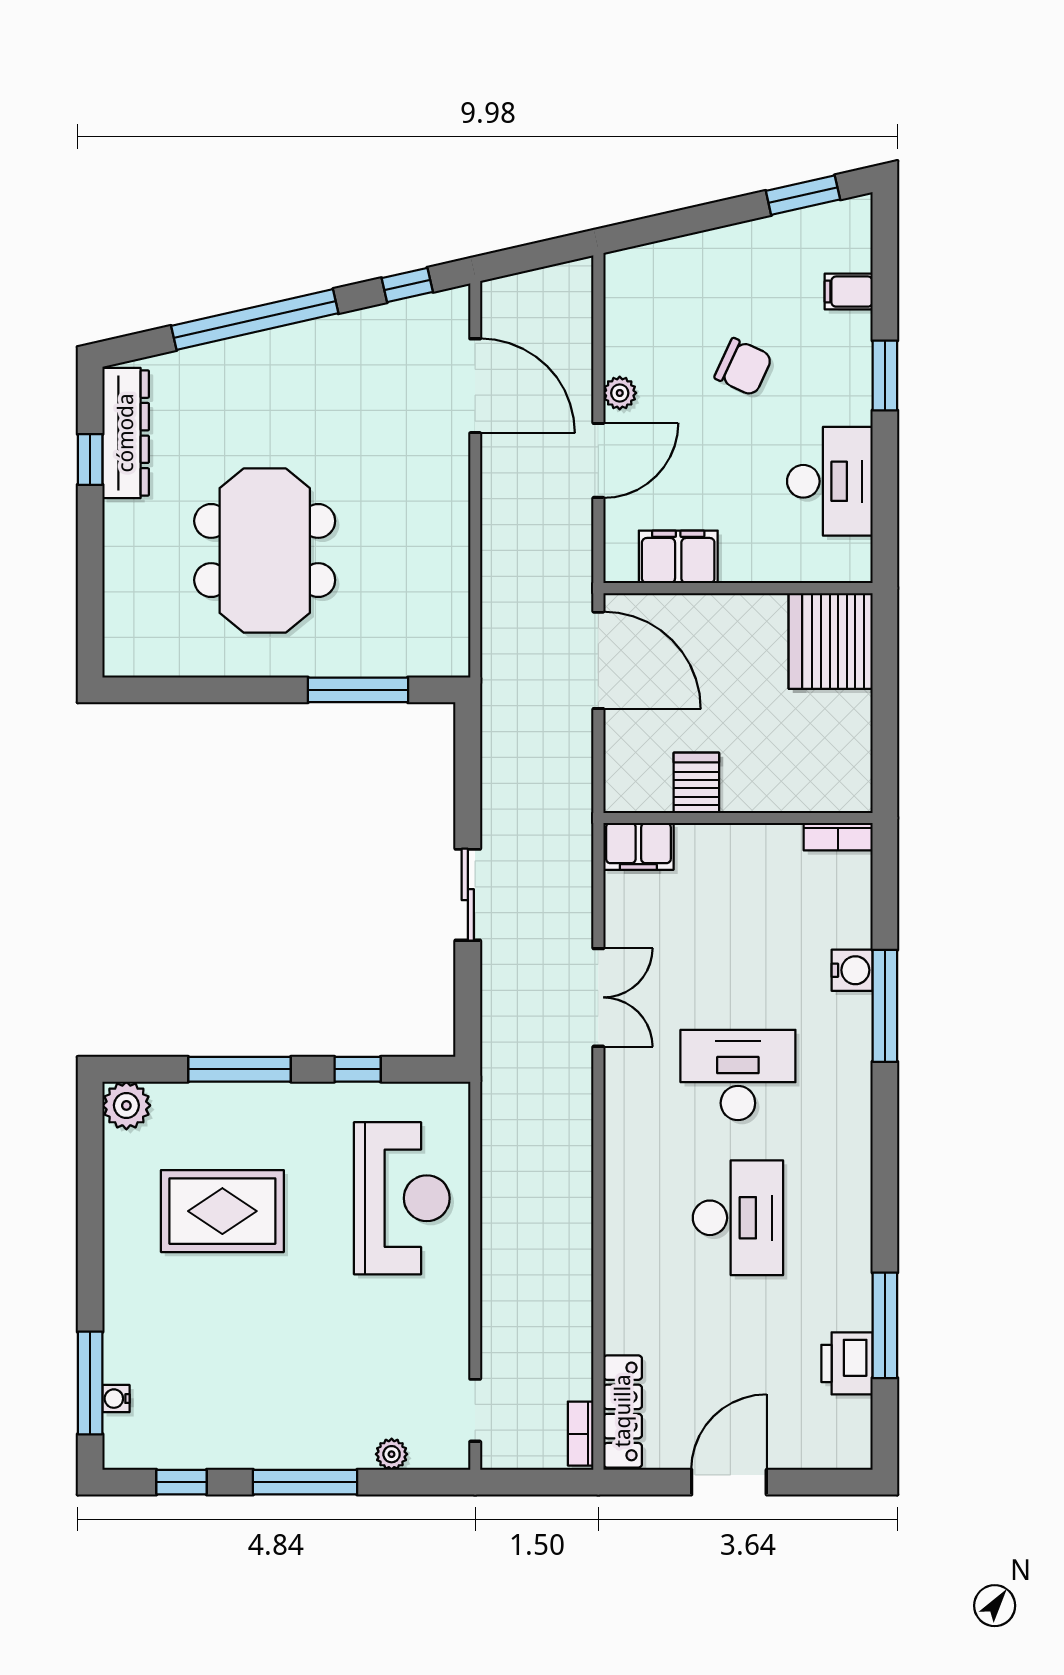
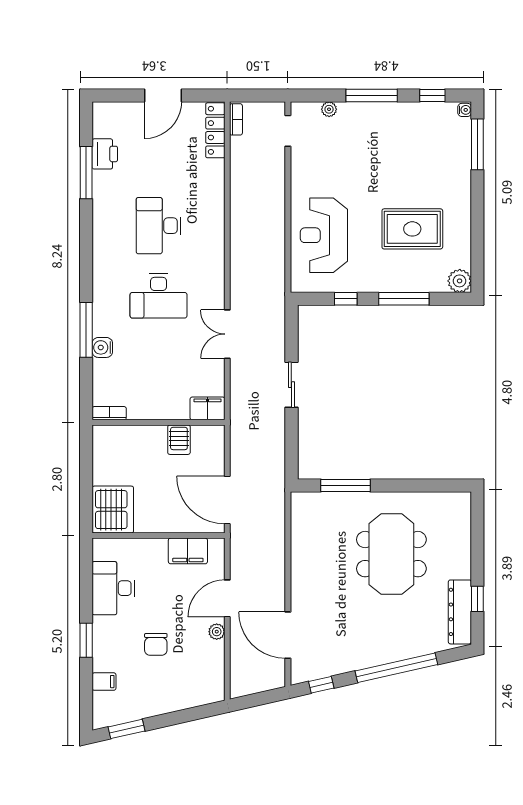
chair: (743, 367) -> (156, 644), turned -115
water cooler: (116, 1399) -> (465, 110), moved

